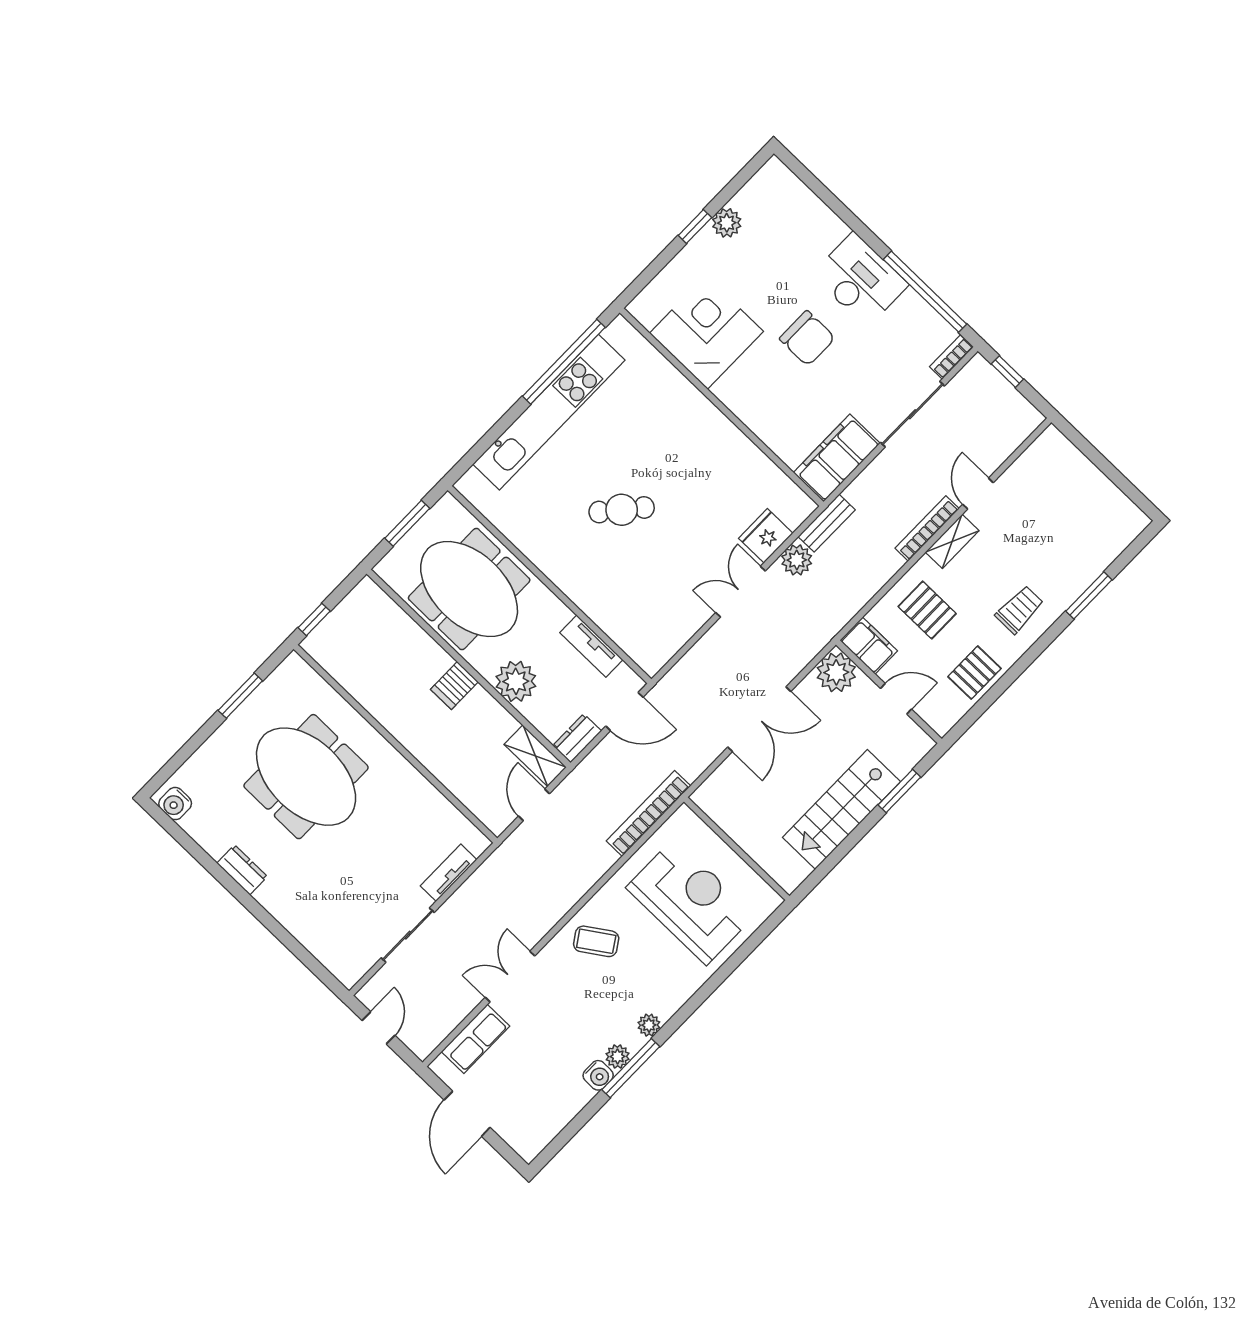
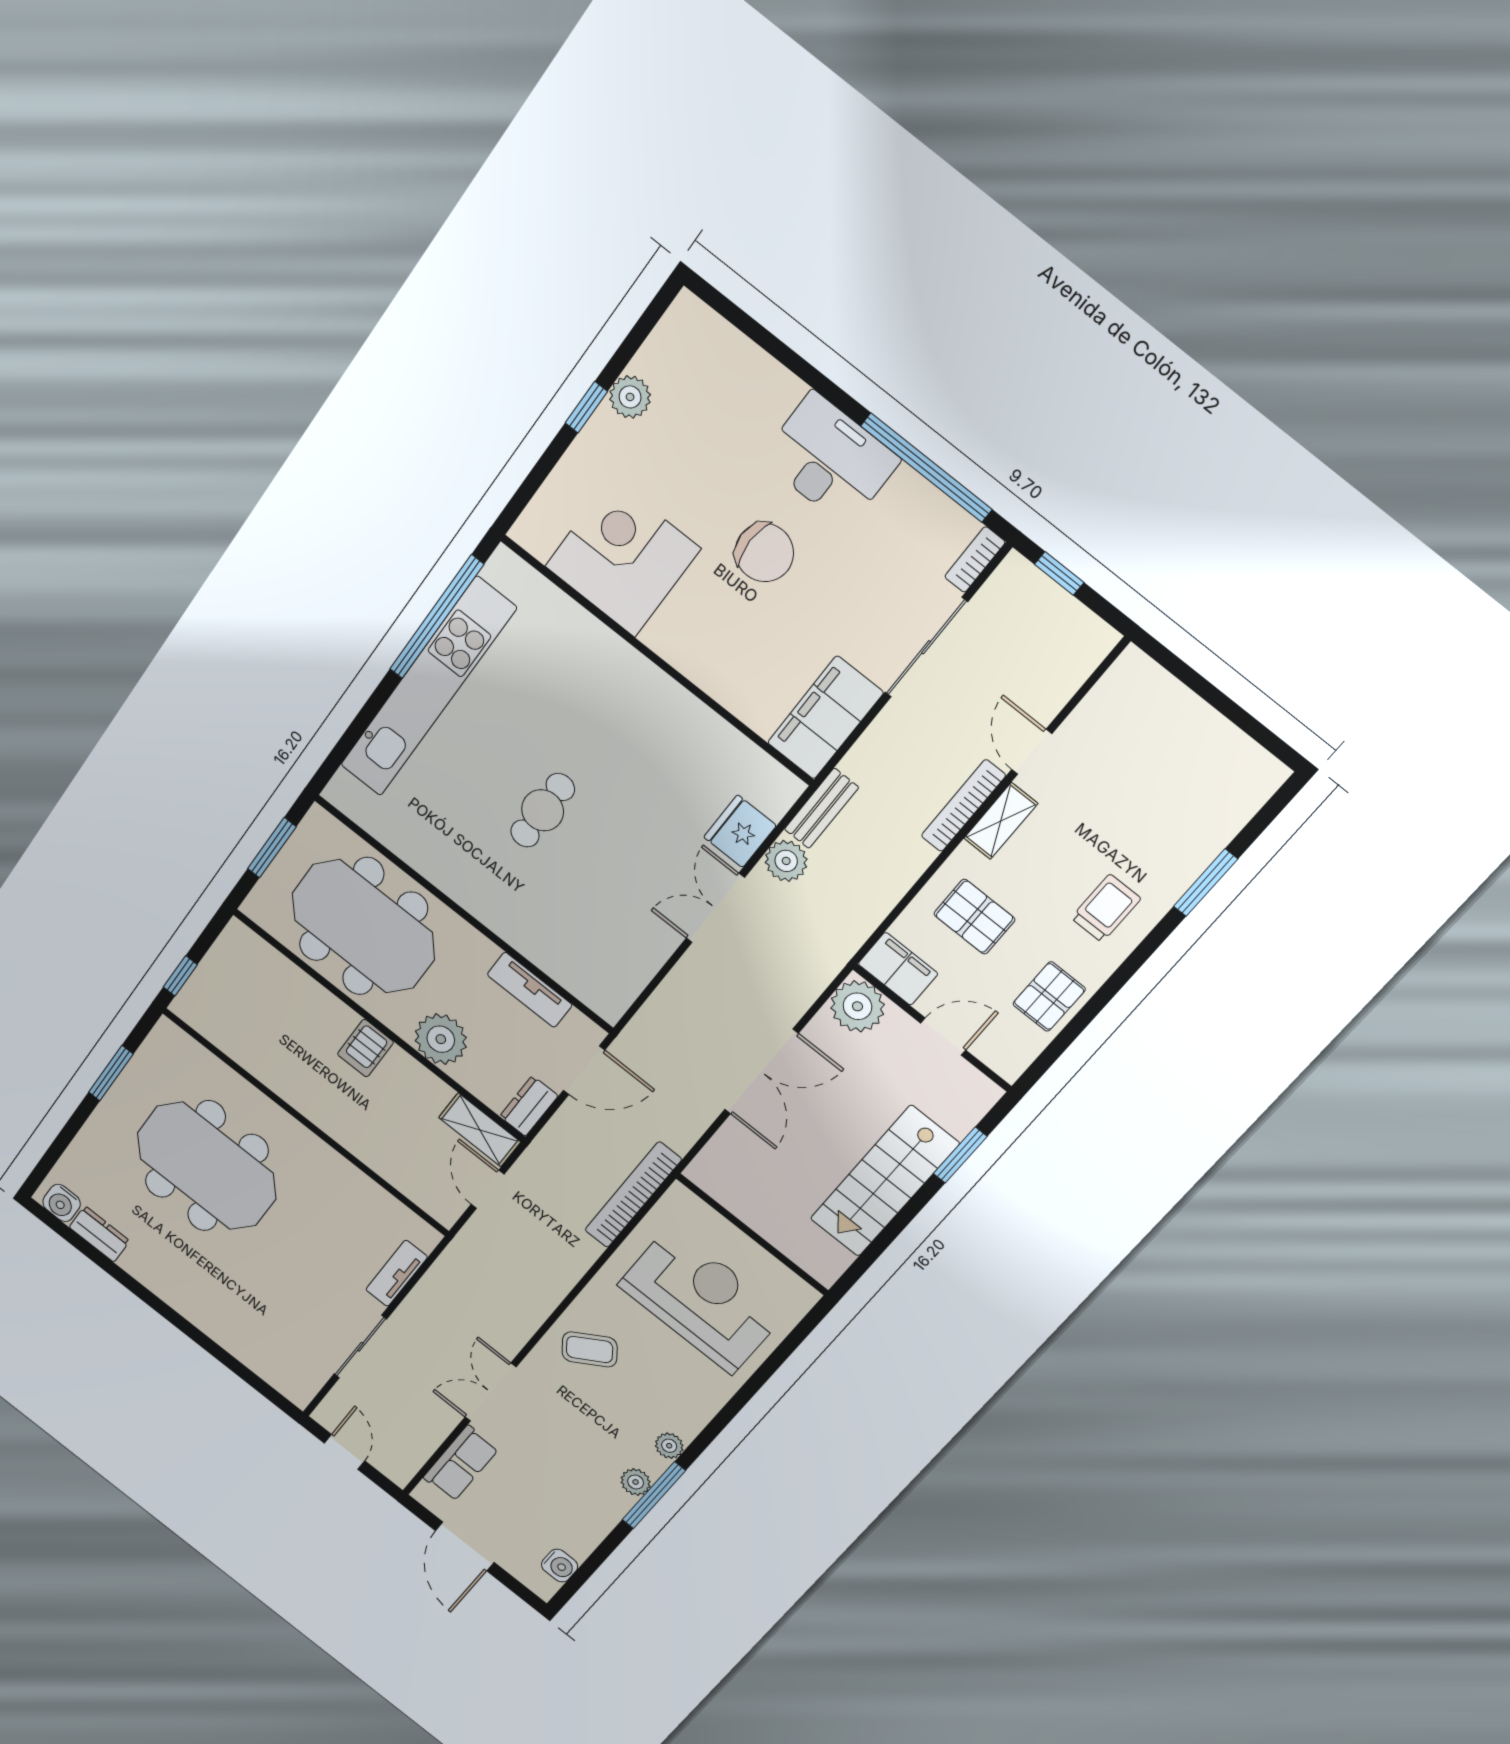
cafe table: (622, 510) -> (543, 810), turned -40
dresser: (242, 870) -> (99, 1234), moved
water cooler: (598, 1075) -> (560, 1566), moved

